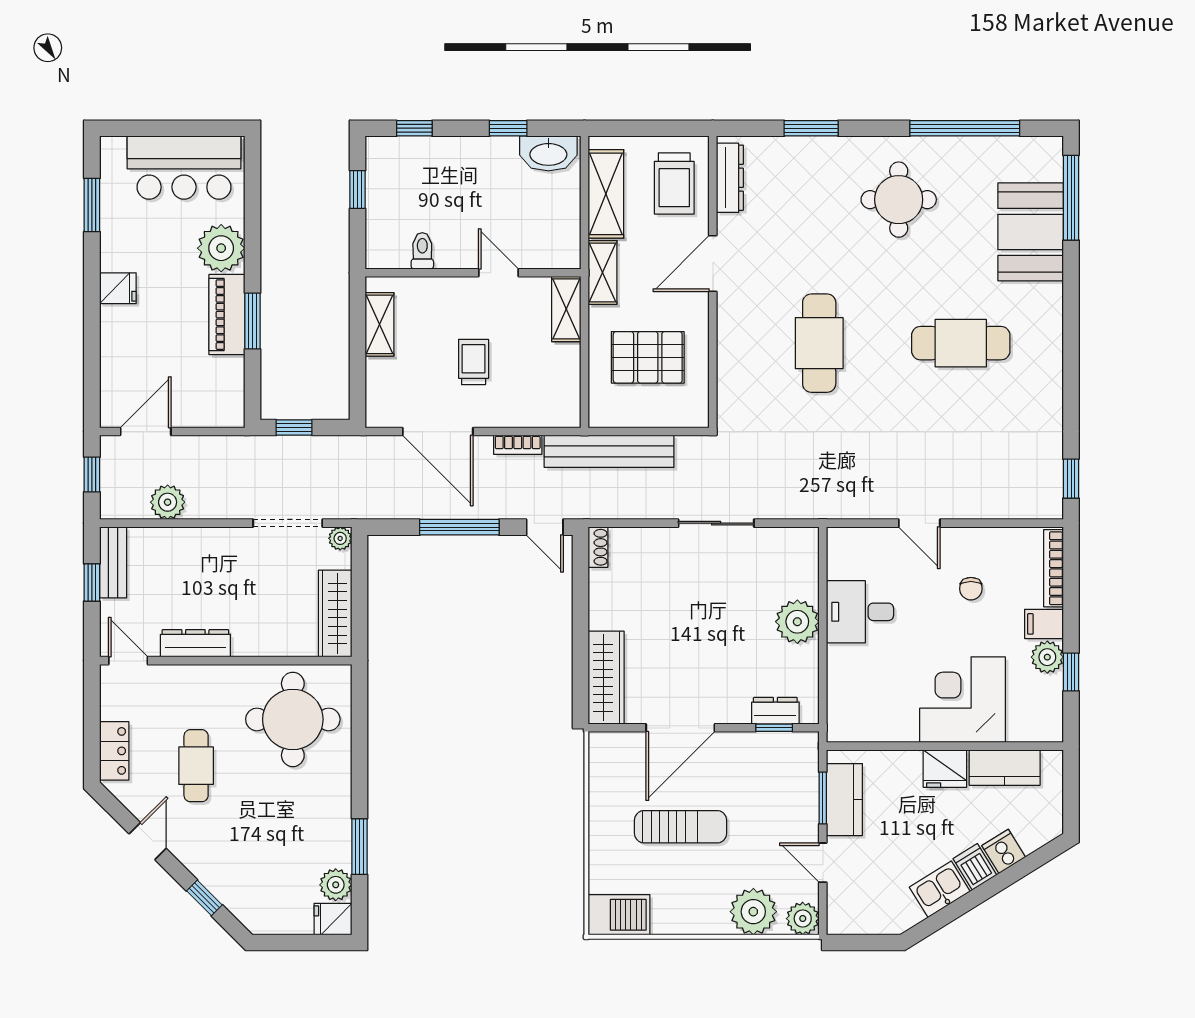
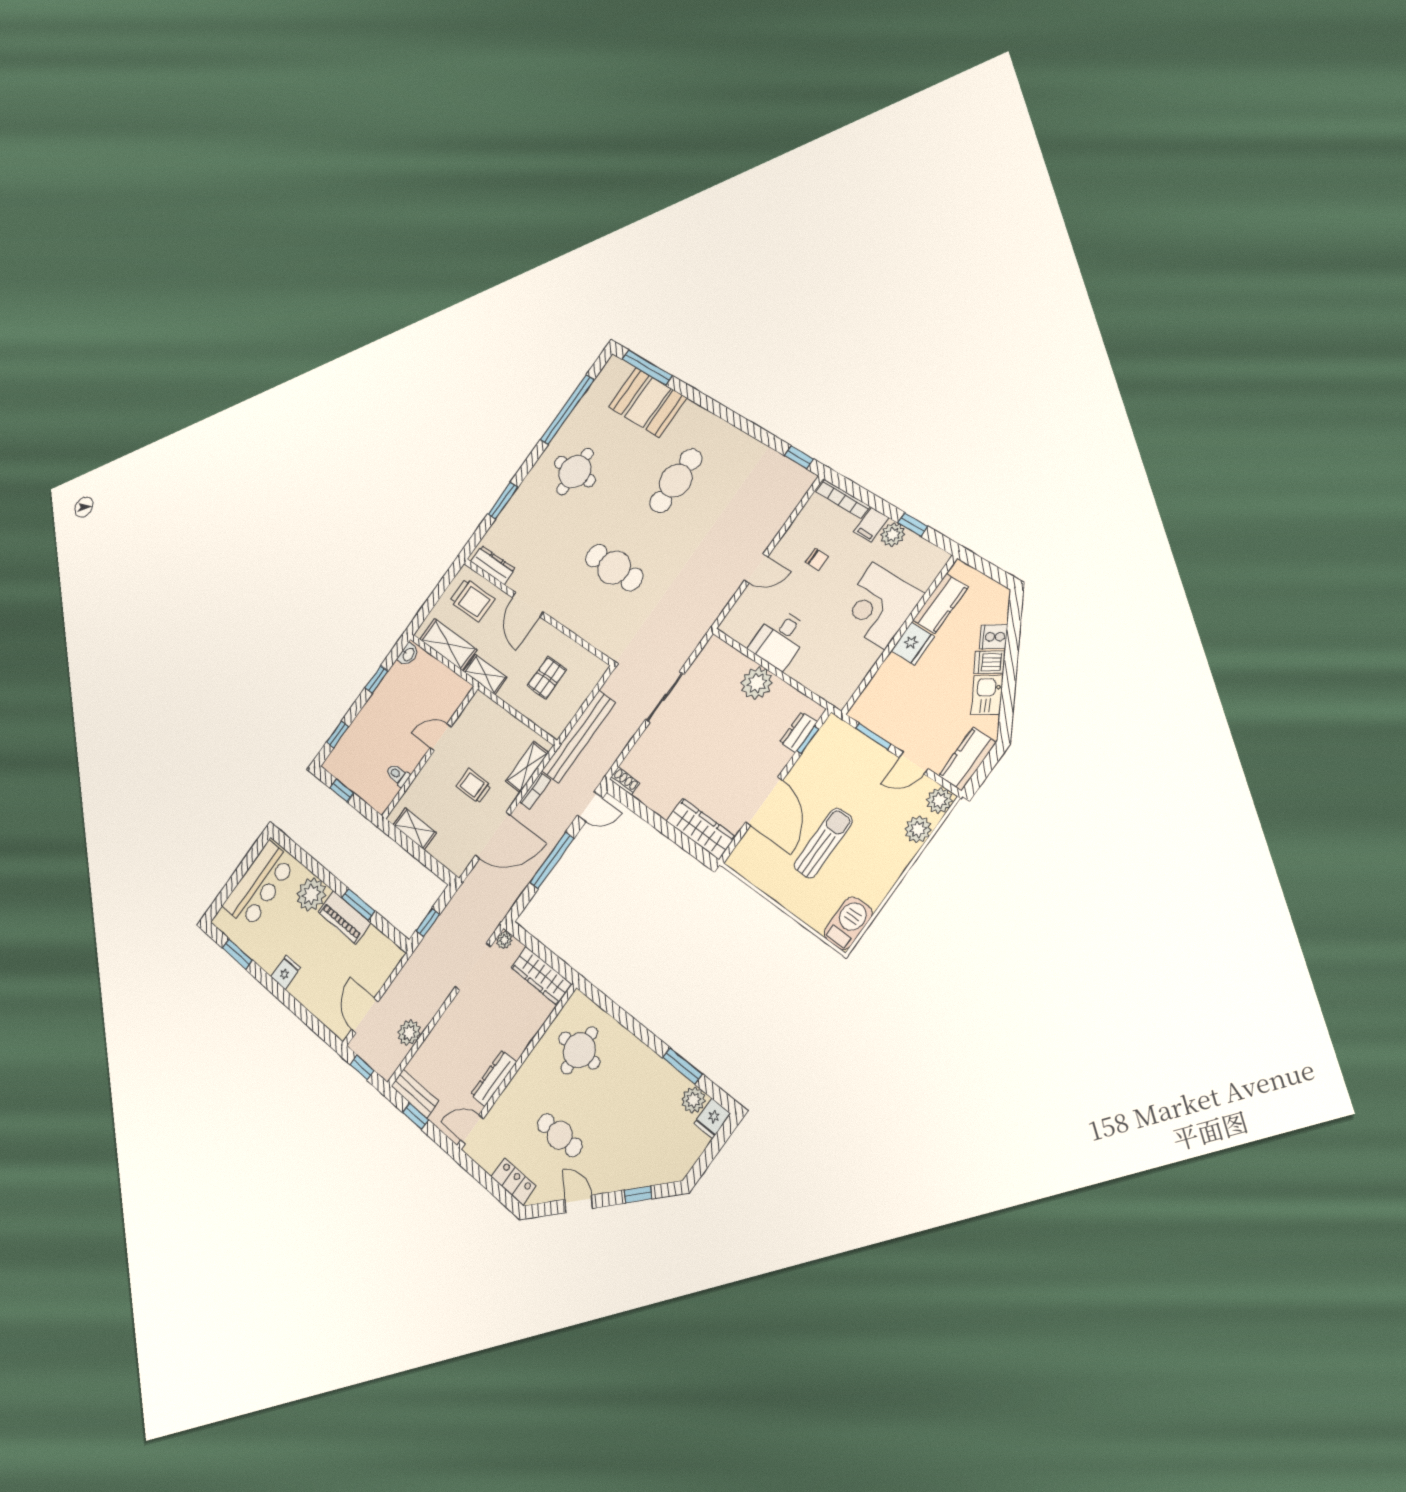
washbasin: (548, 153) -> (408, 654), width x0.52, depth x0.69
shelving: (566, 309) -> (527, 767), moved, turned 90
pallet: (648, 357) -> (547, 678), width x0.67, depth x0.71
round table: (293, 719) -> (579, 1050), width x0.73, depth x0.73
kitchen counter: (844, 800) -> (967, 759), moved, turned -90
plant: (753, 912) -> (918, 829), width x0.73, depth x0.73

